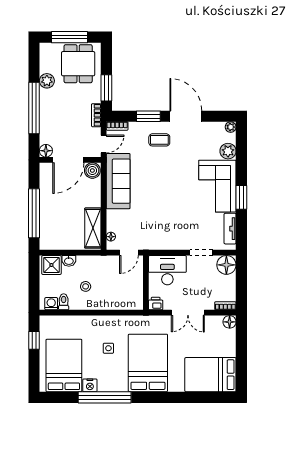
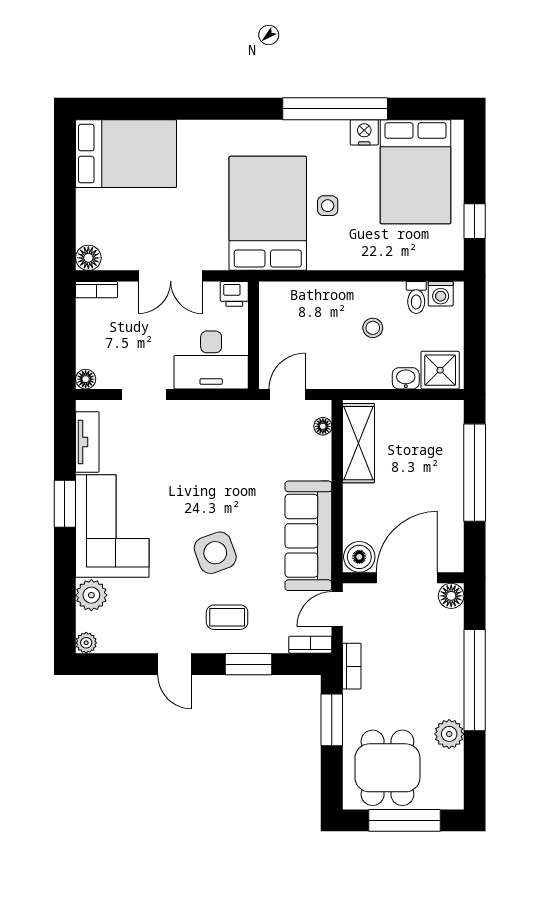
door: (186, 116) -> (175, 664), width x0.53
side table: (165, 173) -> (215, 553), added
floor lamp: (226, 265) -> (86, 379), width x0.53, depth x0.53
double door: (188, 313) -> (171, 276), swing flipped
bed: (148, 363) -> (268, 213), moved, turned 180

